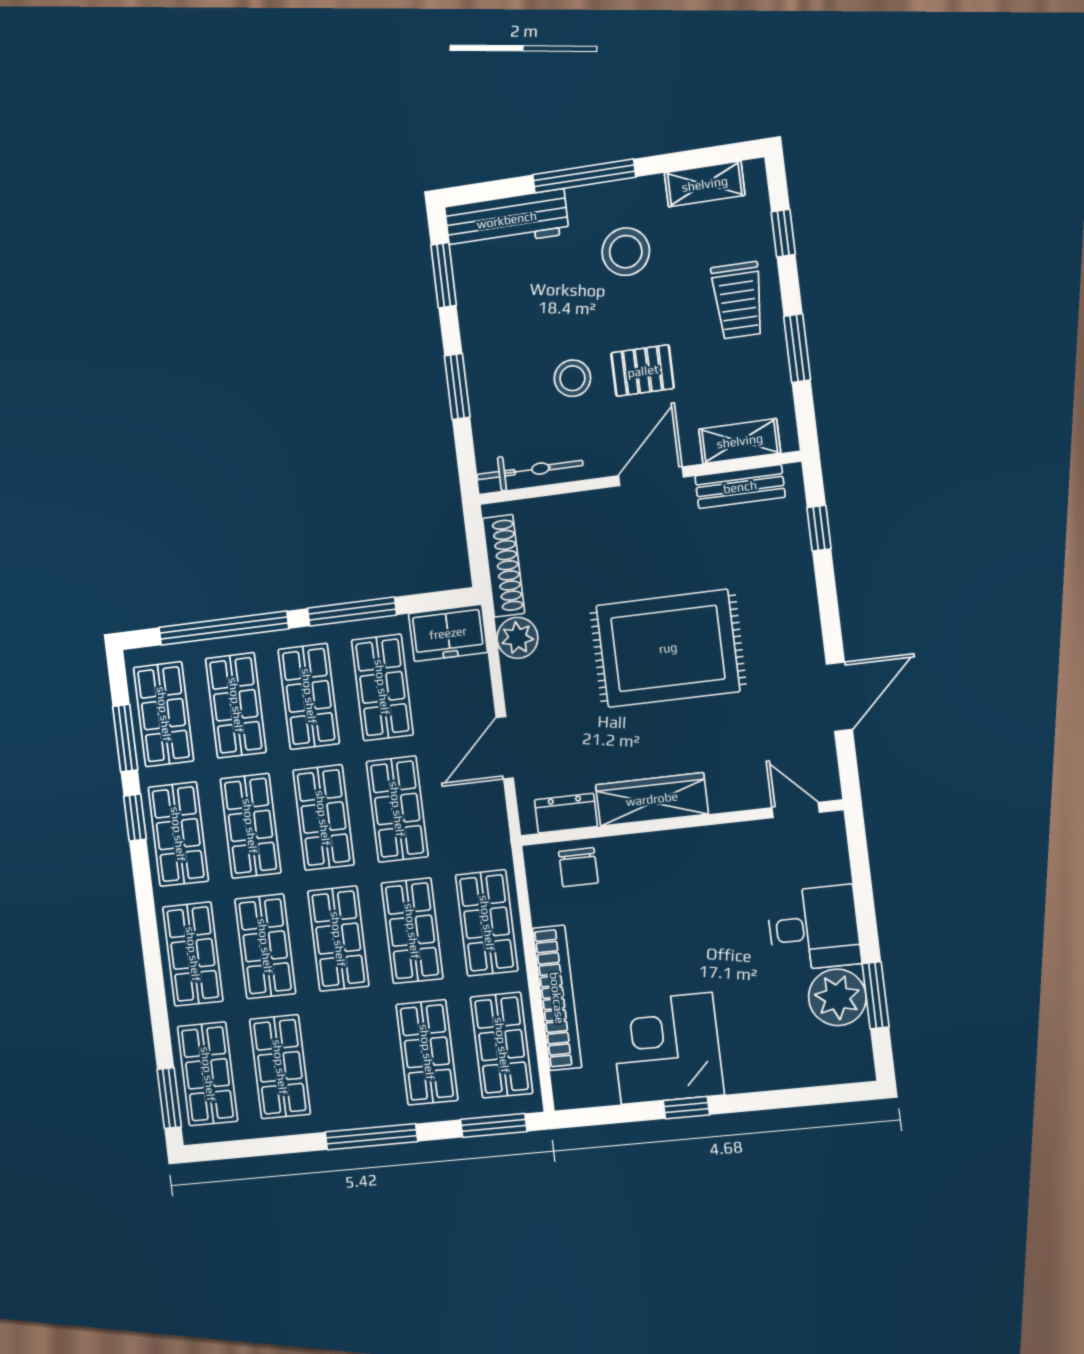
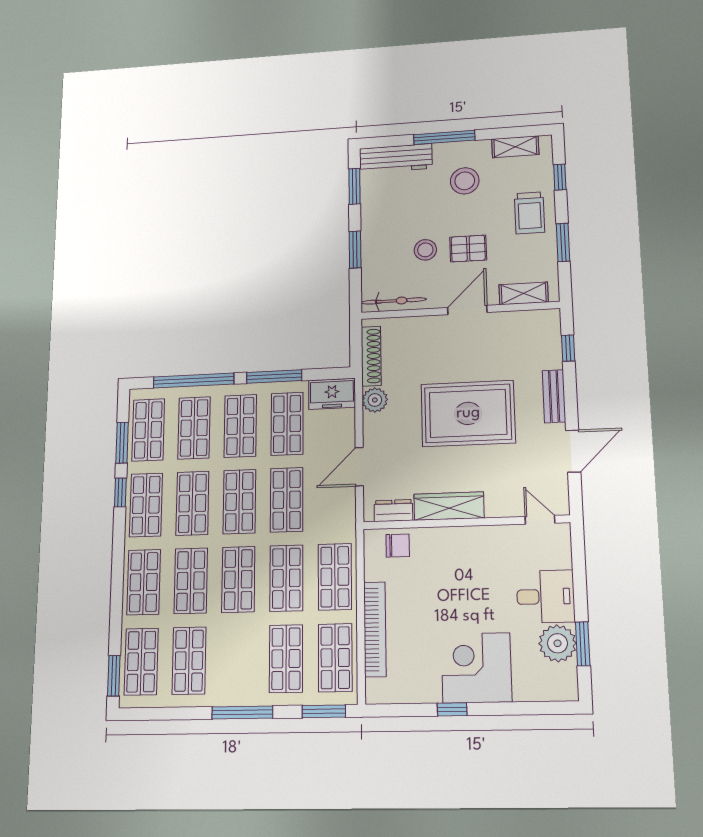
bench: (740, 487) -> (554, 396), moved, turned 90
chair: (578, 867) -> (398, 546), turned -90
corner desk: (667, 1048) -> (476, 668), moved

